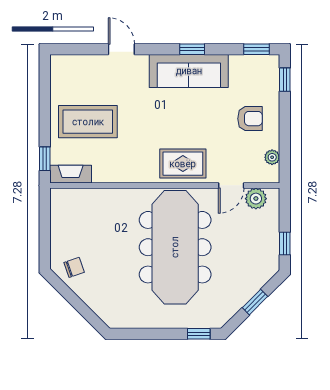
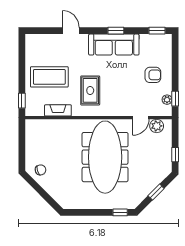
window: (285, 80) -> (175, 99), moved
rug: (183, 164) -> (90, 90), moved, turned 90
fireplace: (71, 174) -> (58, 110), moved

